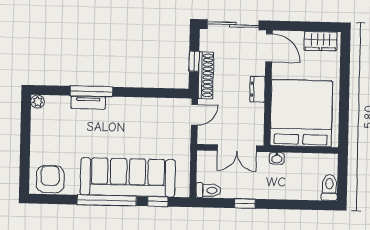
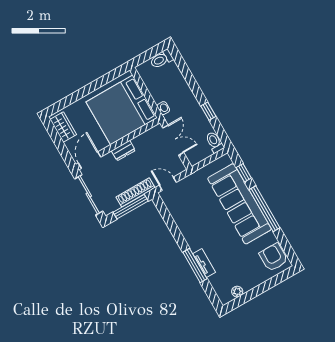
window: (194, 61) -> (131, 207), width x2.17
plant: (38, 102) -> (237, 292), moved
armchair: (50, 179) -> (274, 257), turned 90

